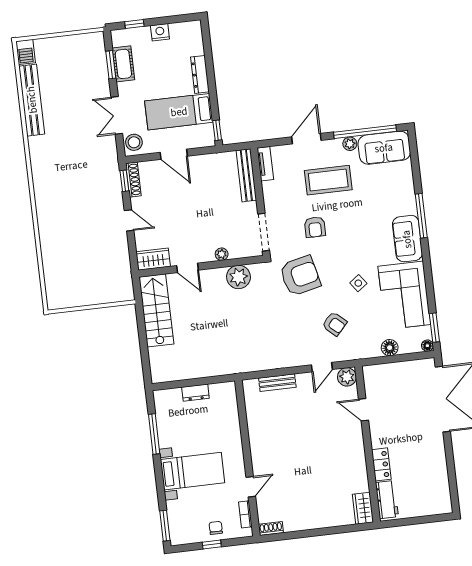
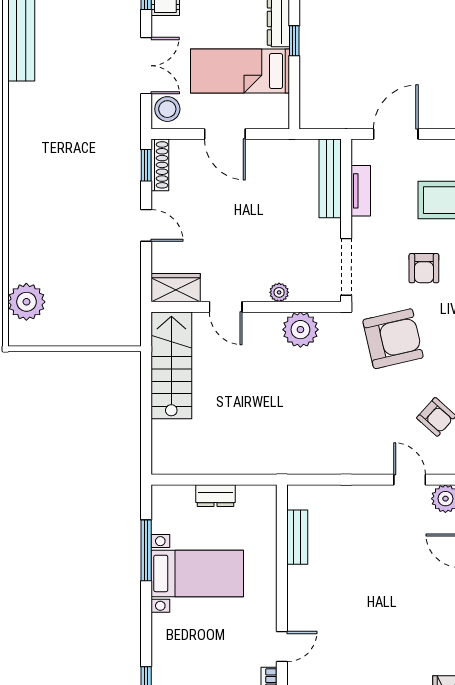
double door: (117, 115) -> (146, 66), swing flipped
window: (217, 130) -> (294, 41), moved
door: (306, 139) -> (396, 134), moved
tv unit: (265, 164) -> (361, 191), moved
plant: (56, 280) -> (26, 302), added
door: (322, 367) -> (410, 480), swing flipped
bench: (277, 383) -> (297, 537), moved, turned 90
bed with nightstands: (192, 471) -> (197, 573), moved

